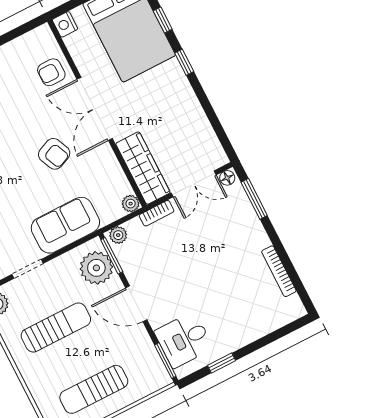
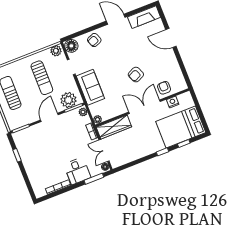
nightstand: (65, 24) -> (173, 102), moved
armchair: (54, 154) -> (136, 75), moved
desk: (184, 340) -> (77, 171), moved, turned 180

